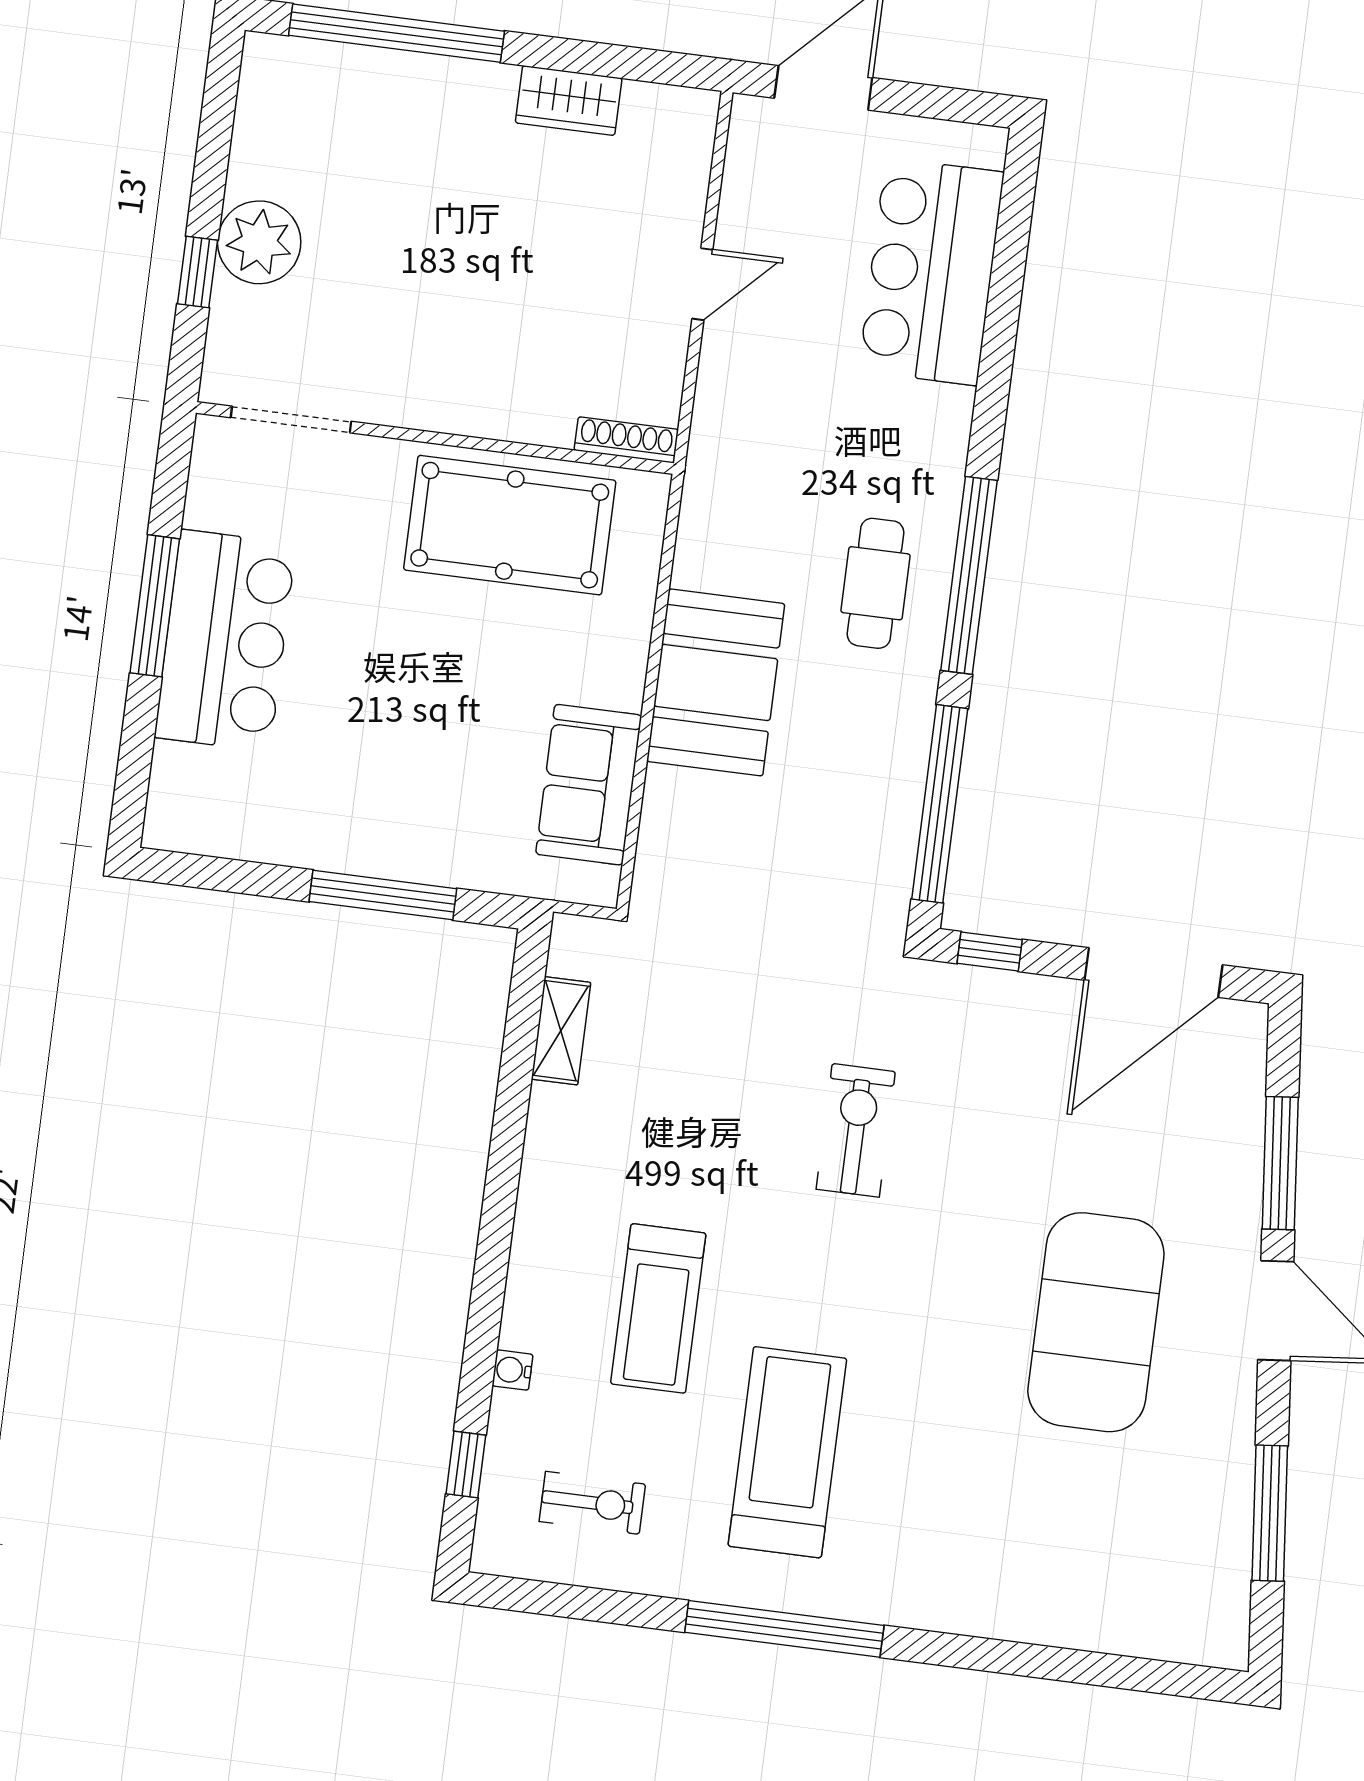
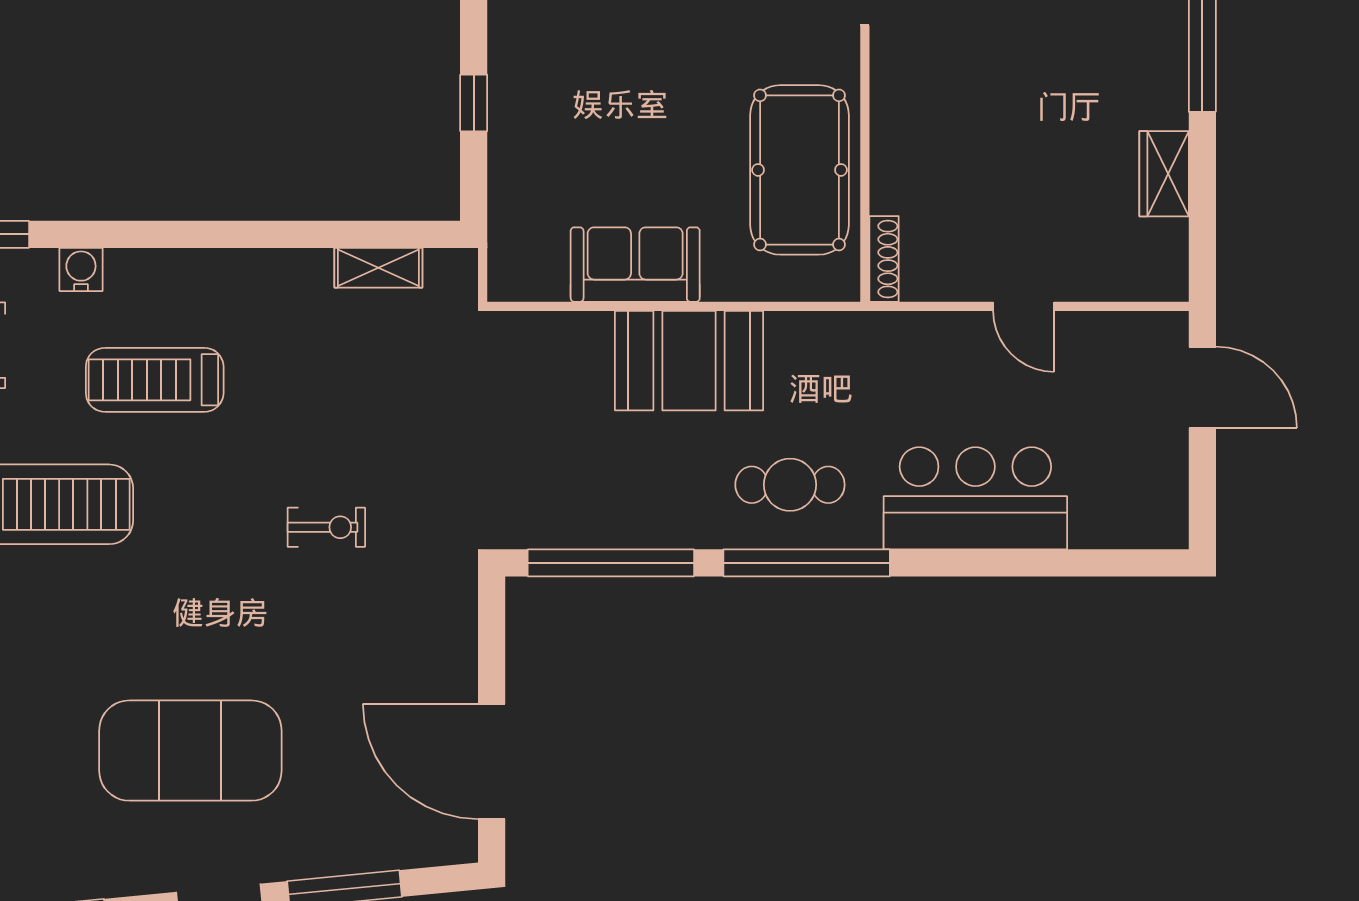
bar counter: (931, 272) -> (975, 498), moved
sofa: (589, 785) -> (635, 265), moved
window: (383, 895) -> (474, 103), width x0.46
window: (990, 951) -> (492, 621), removed
exercise bike: (856, 1130) -> (326, 527), width x0.73, depth x0.72
water cooler: (512, 1370) -> (81, 270), width x1.38, depth x1.38

